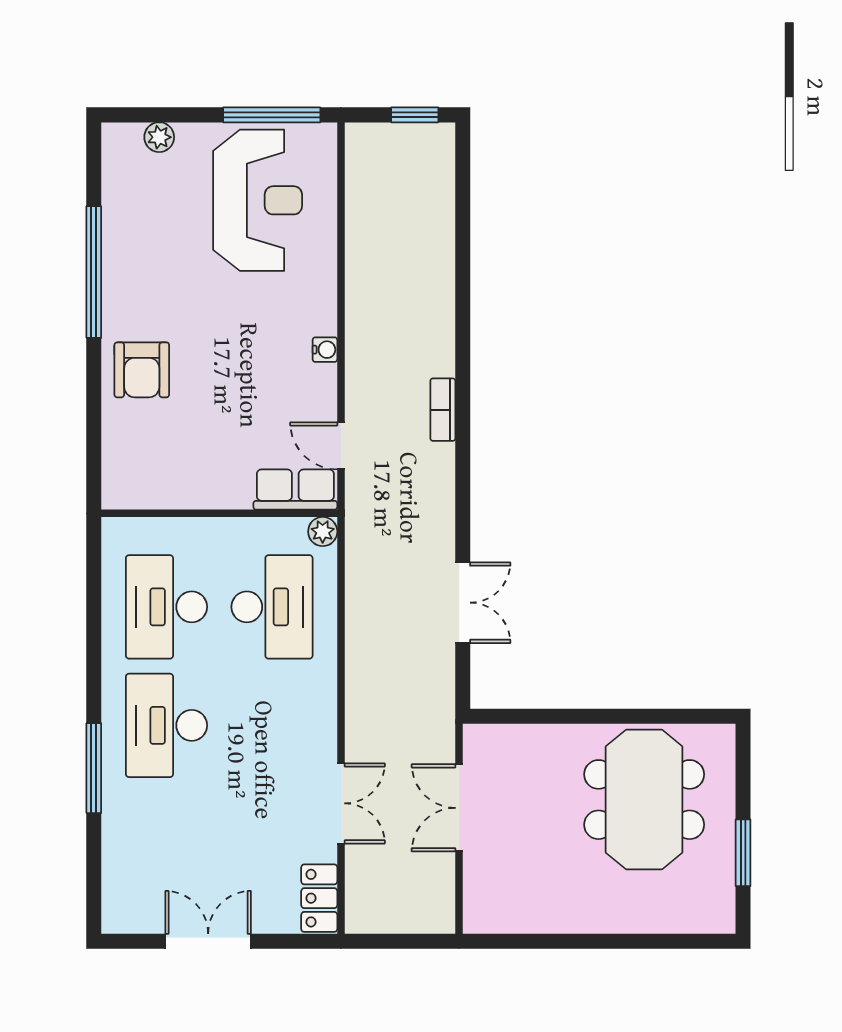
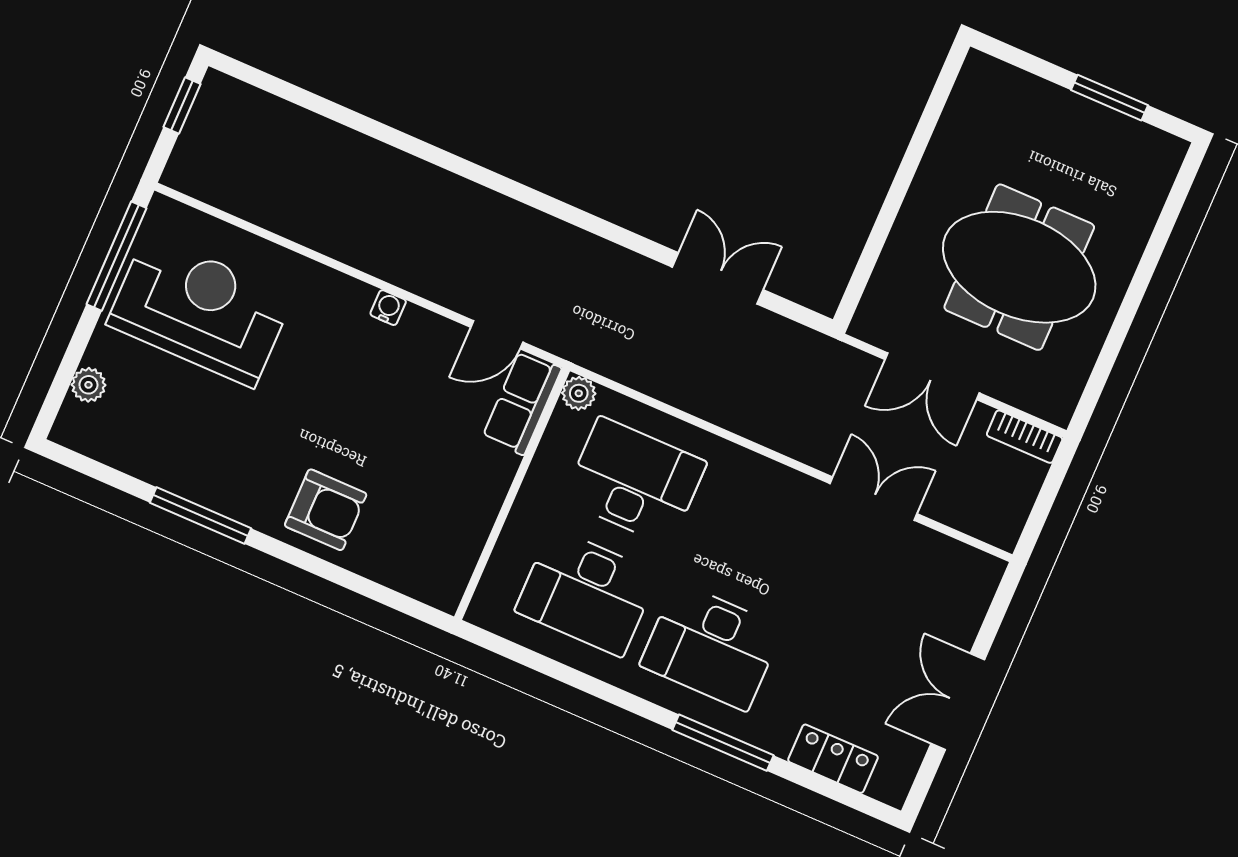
window: (94, 272) -> (201, 515), width x0.68
bookcase: (443, 410) -> (1025, 437), moved
meeting table: (644, 800) -> (1019, 267), moved
locker: (319, 898) -> (833, 759), moved, turned 180

